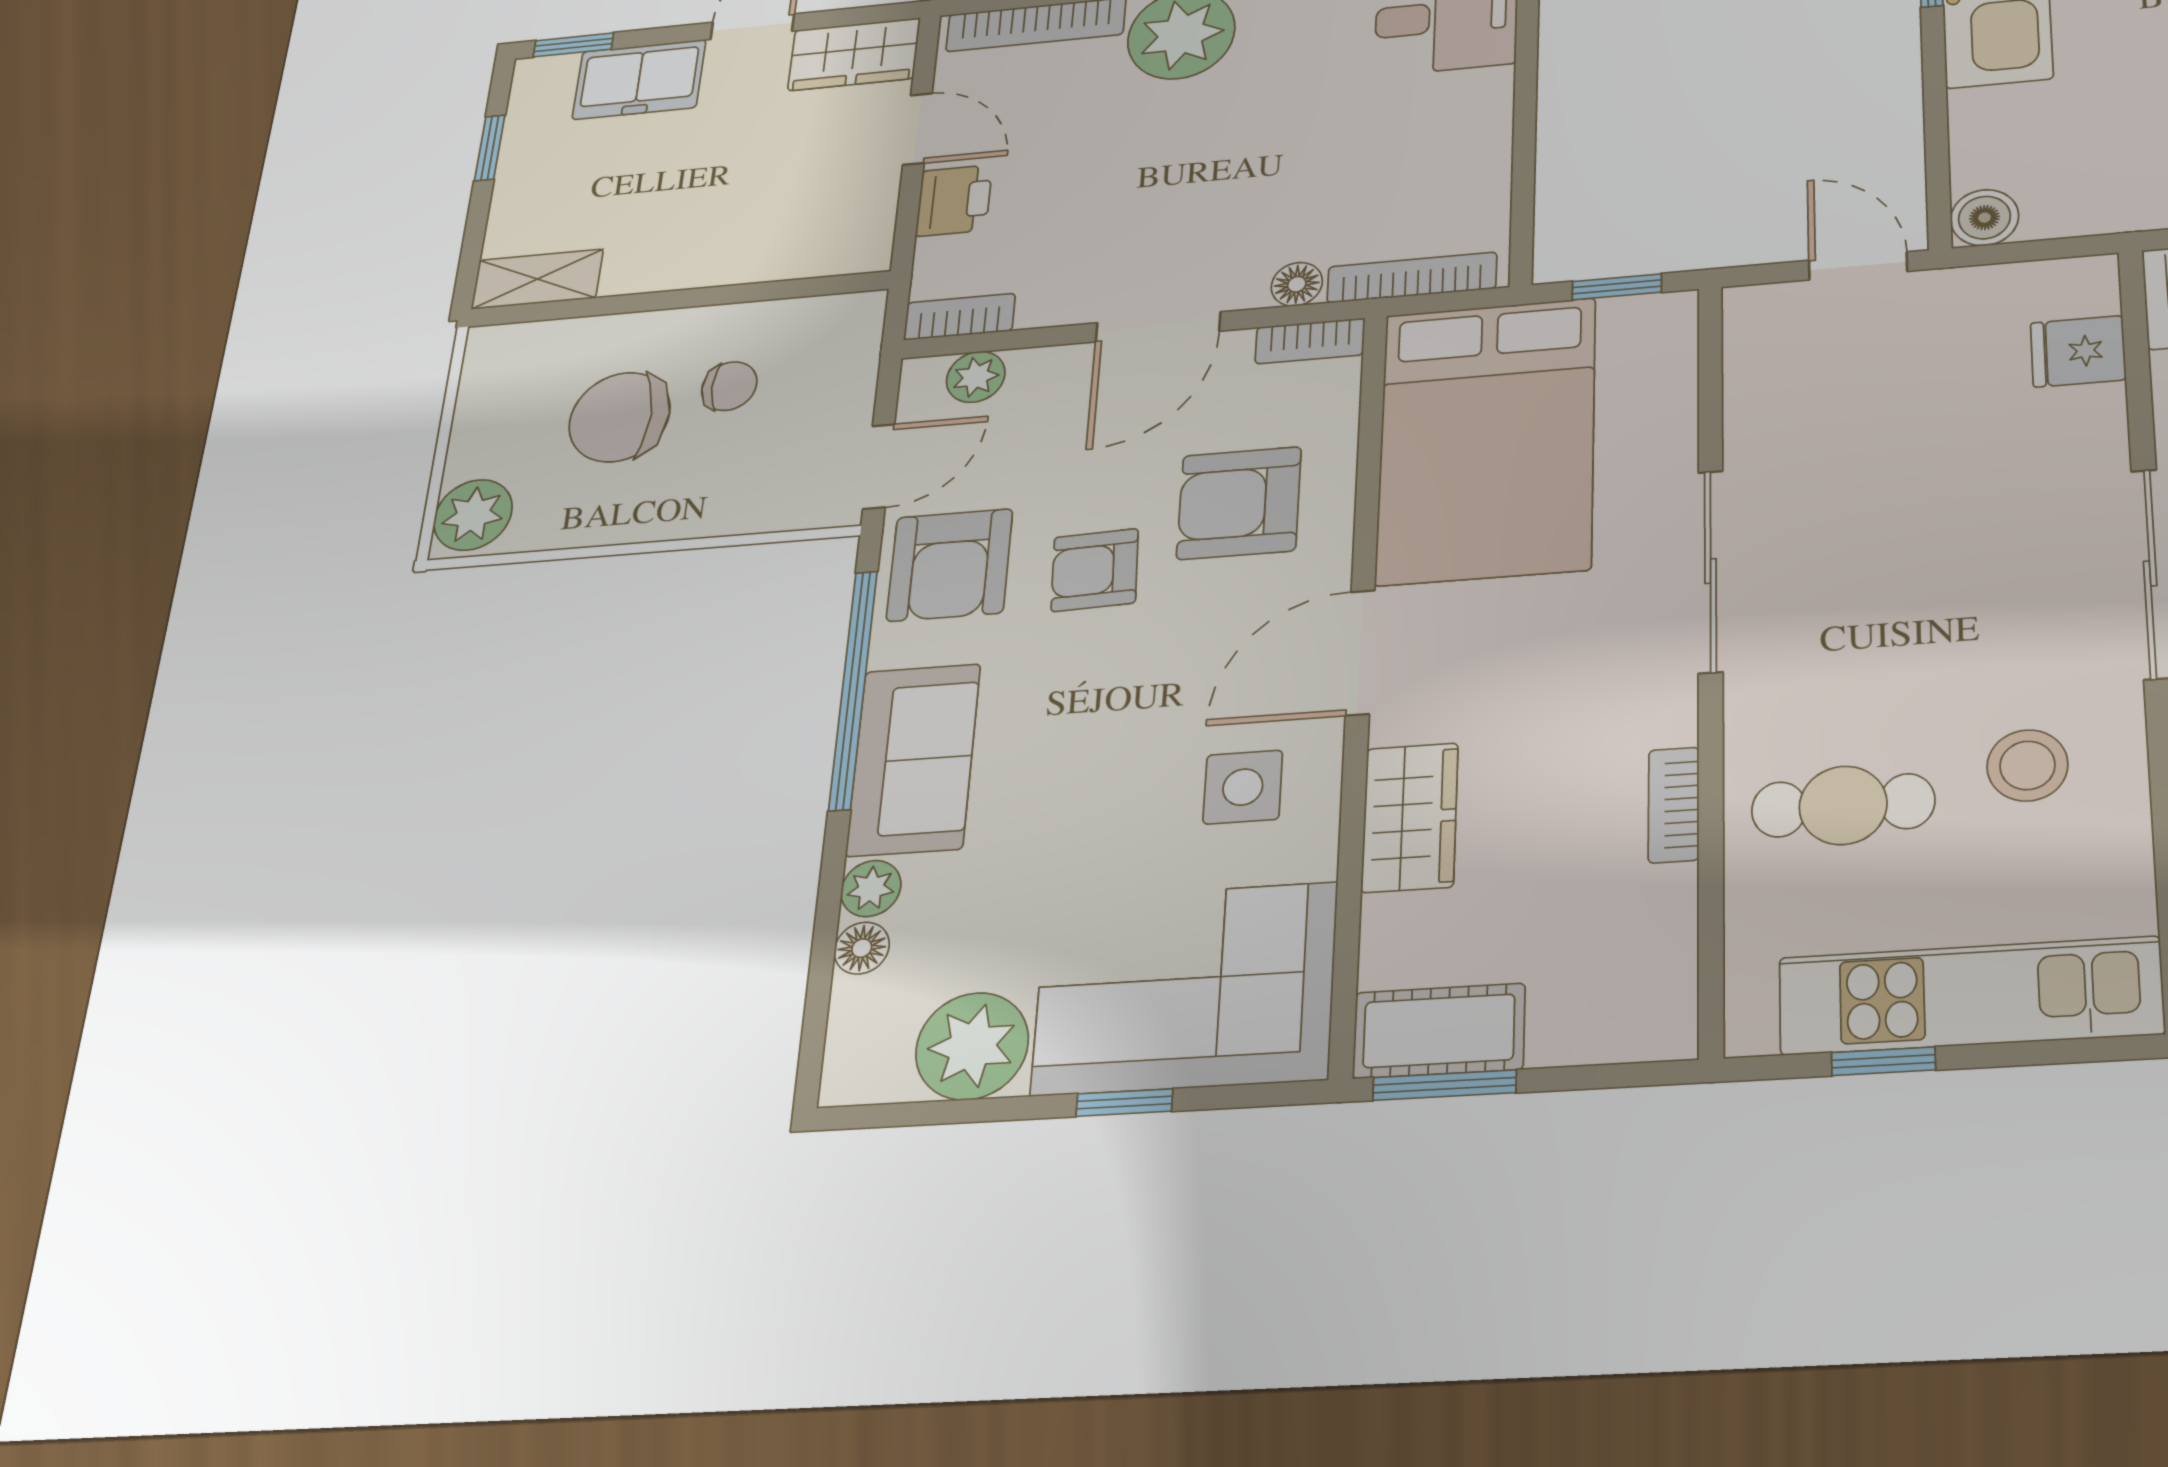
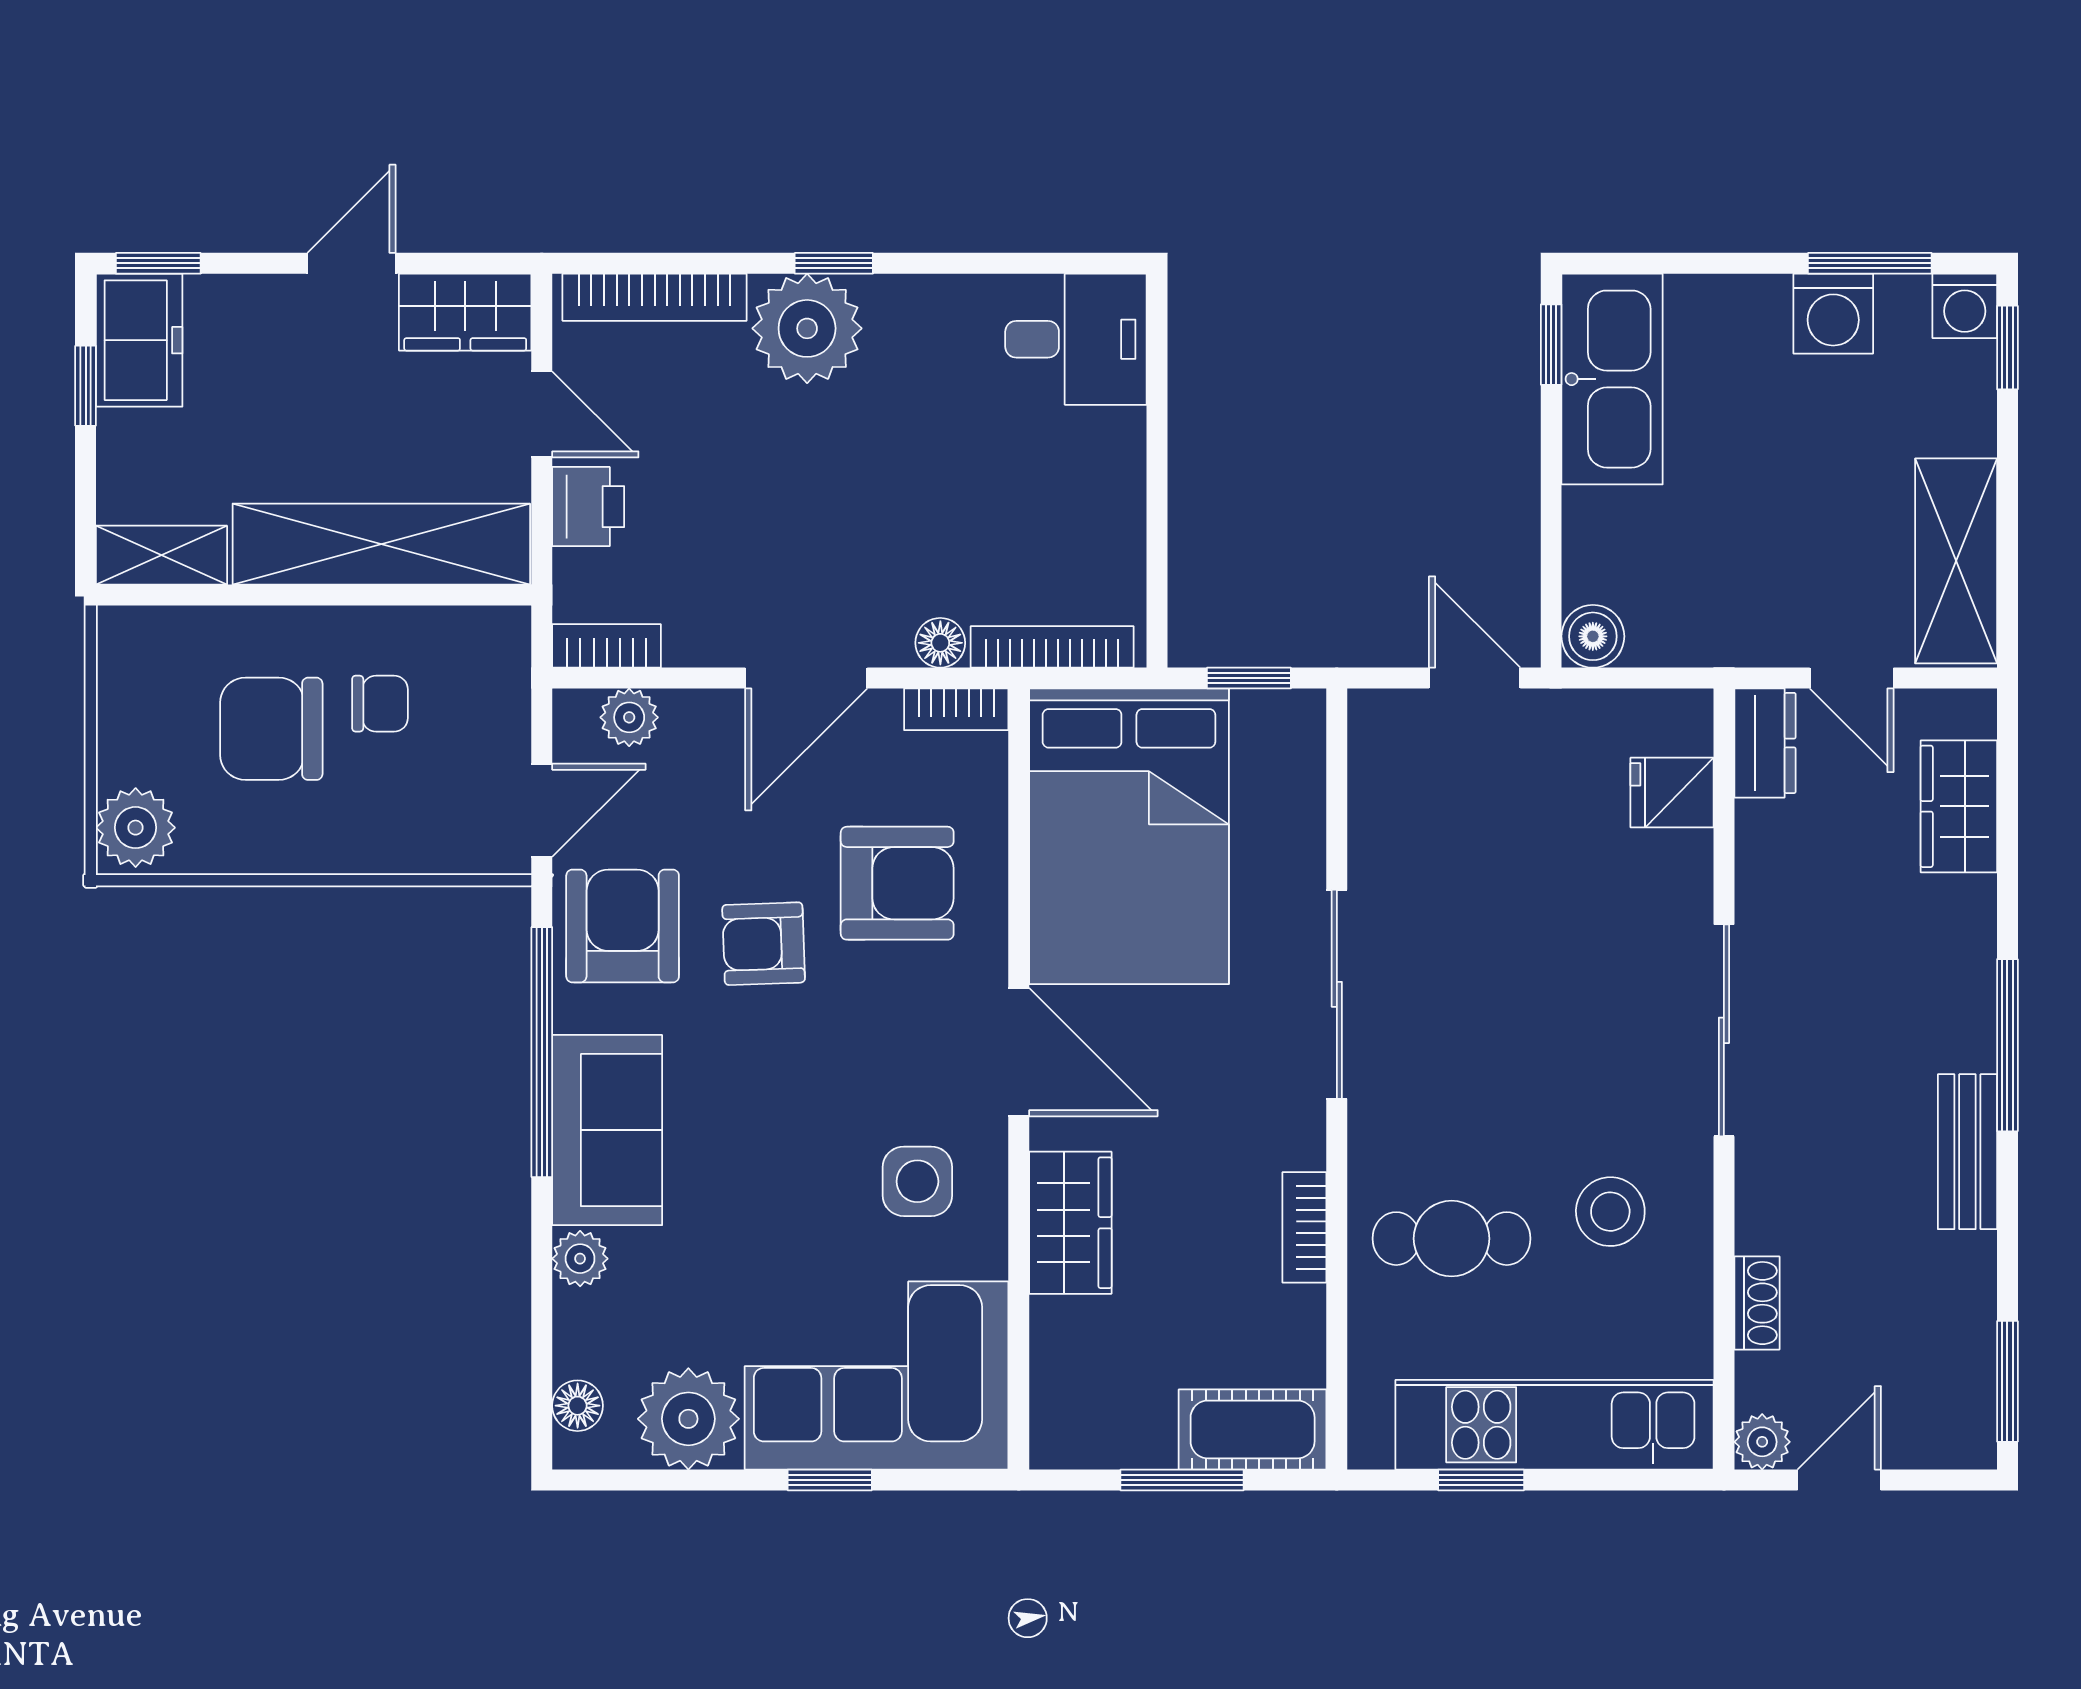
freezer: (639, 80) -> (139, 340), moved, turned -90
shelving: (749, 250) -> (381, 544), added
armchair: (1239, 503) -> (897, 883), turned 180
armchair: (950, 565) -> (623, 926), turned 180
door: (1360, 653) -> (1019, 1052), swing flipped
floor lamp: (862, 948) -> (578, 1406), moved
cot: (1439, 1031) -> (1253, 1429), moved
window: (1445, 1085) -> (1182, 1480), moved

